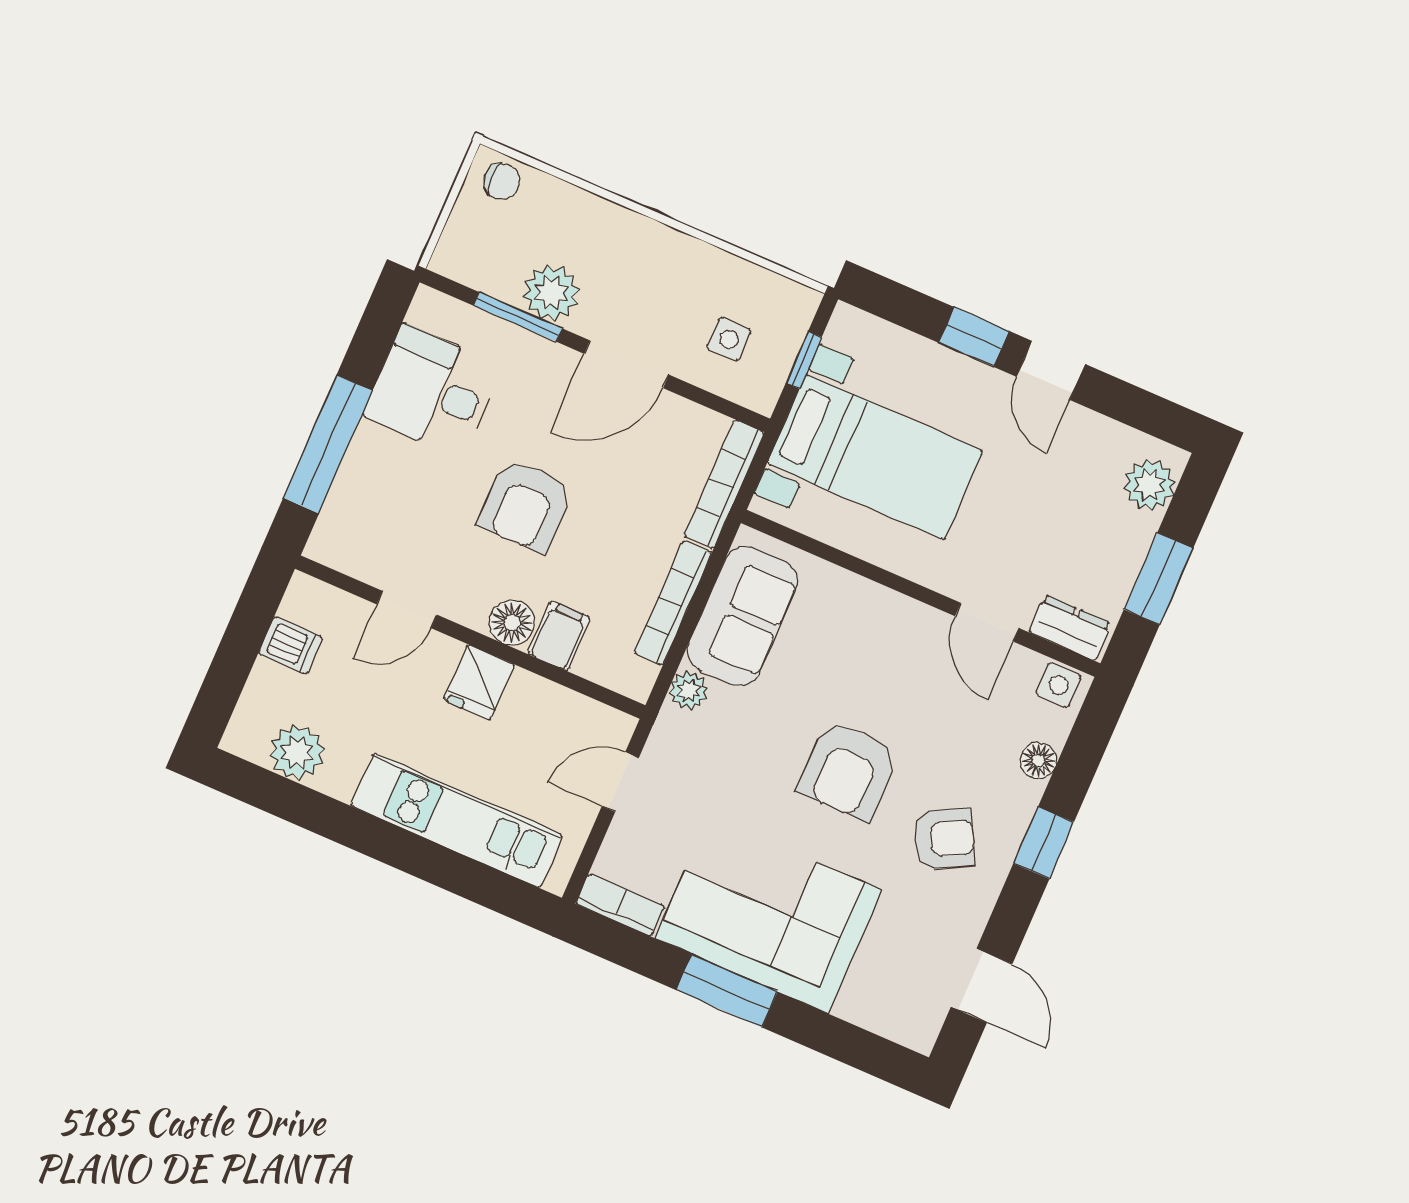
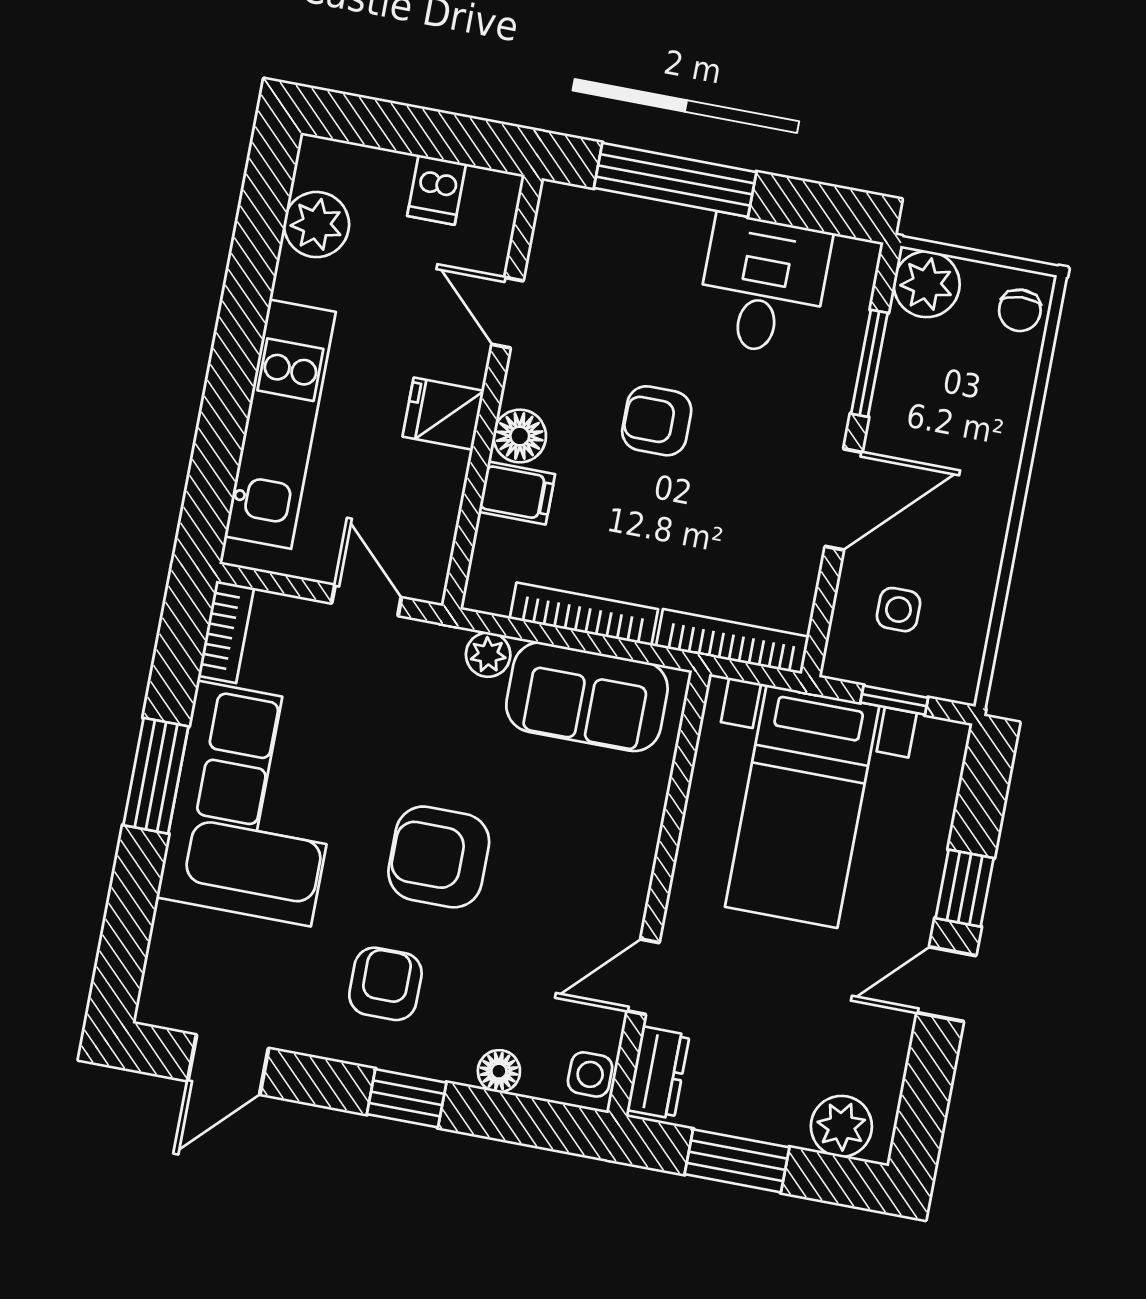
plant: (551, 293) -> (927, 284), moved
door: (627, 364) -> (844, 499), swing flipped
armchair: (525, 505) -> (657, 421), width x0.72, depth x0.72
armchair: (944, 839) -> (385, 984), turned -152

